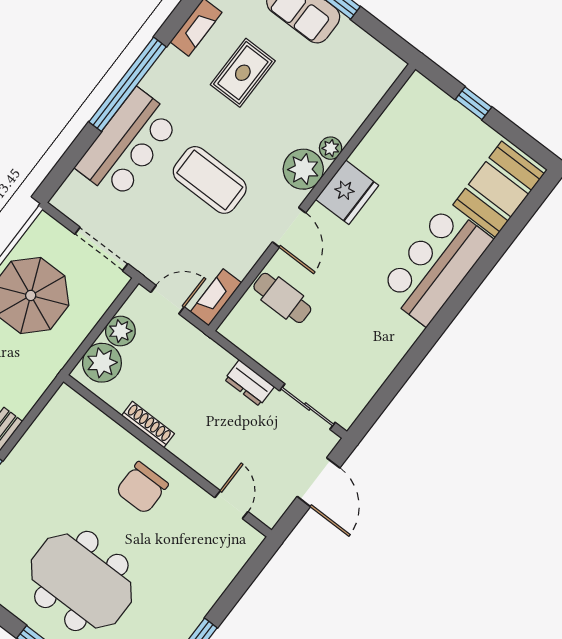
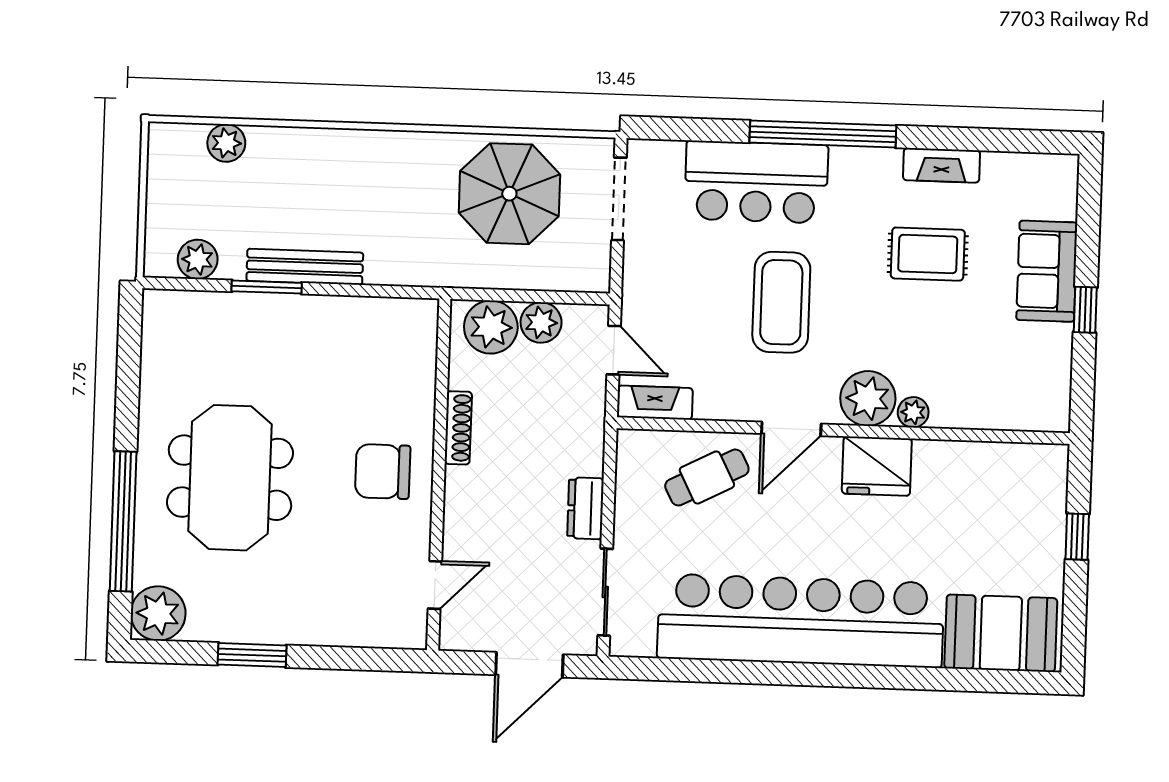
doorway: (101, 249) -> (619, 199), moved
bar counter: (436, 265) -> (801, 621), width x1.86
cafe table: (282, 298) -> (707, 477), turned 63

